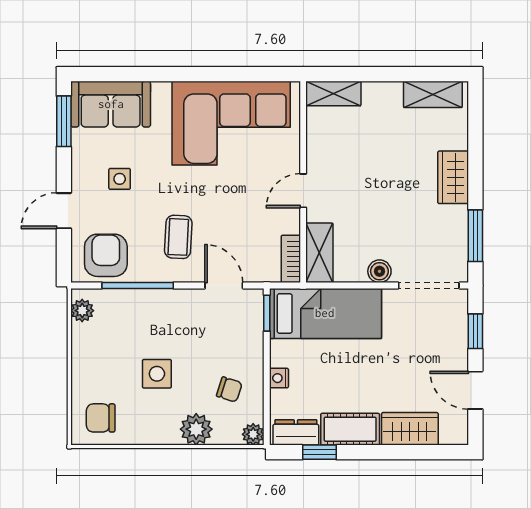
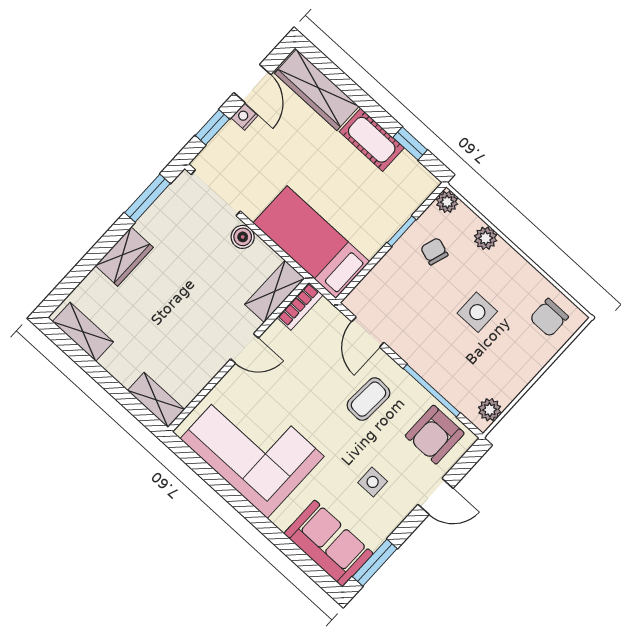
window: (267, 313) -> (402, 231), moved
nightstand: (279, 378) -> (244, 117), moved, turned 180
chair: (101, 418) -> (549, 318), turned 90
plant: (196, 429) -> (486, 238), width x0.73, depth x0.73
wardrobe: (410, 429) -> (317, 90), width x1.50
dresser: (296, 432) -> (414, 174), removed

